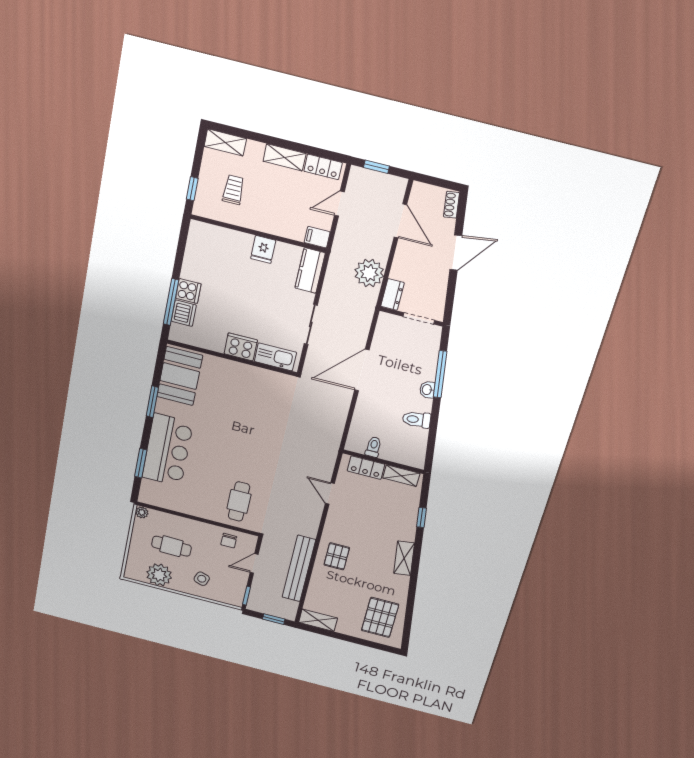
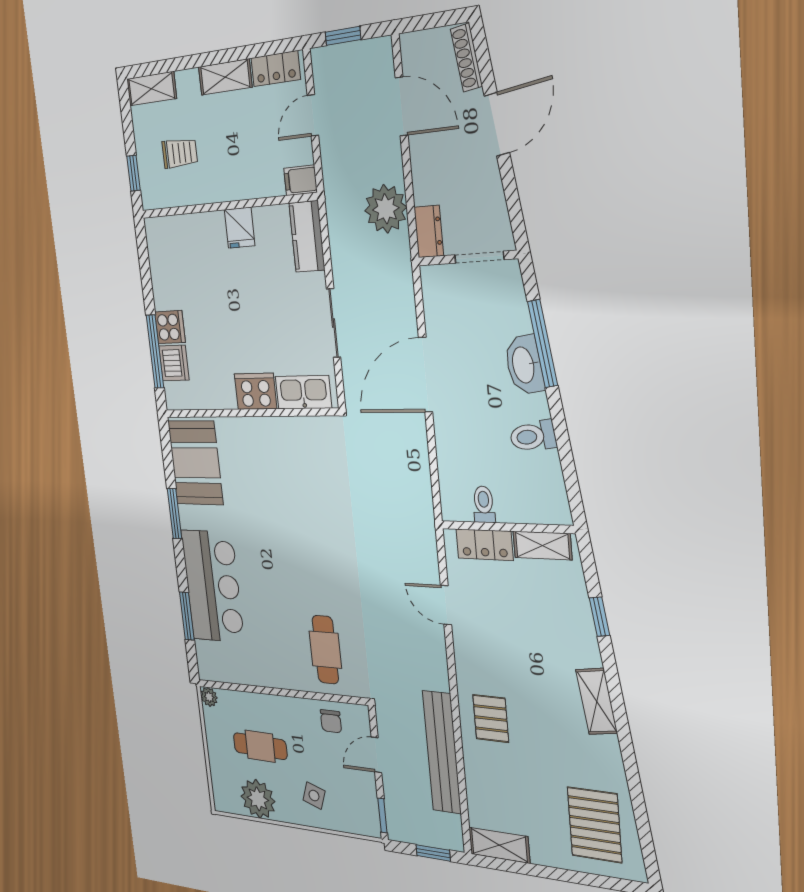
trolley: (233, 190) -> (180, 153), turned 90
shoe rack: (451, 205) -> (466, 58), width x1.43
washbasin: (427, 390) -> (524, 365), width x1.91, depth x1.45

